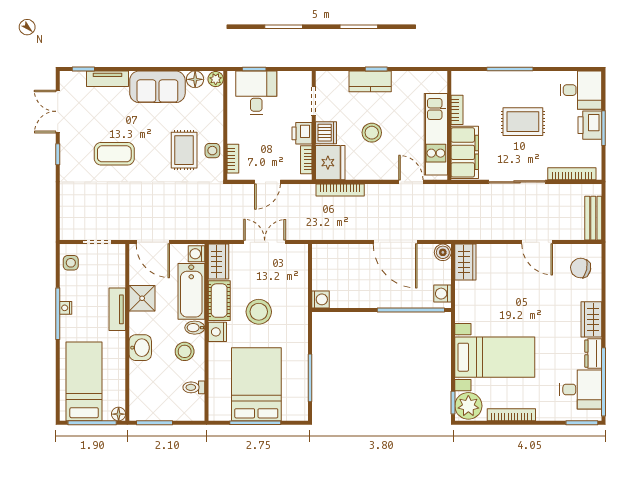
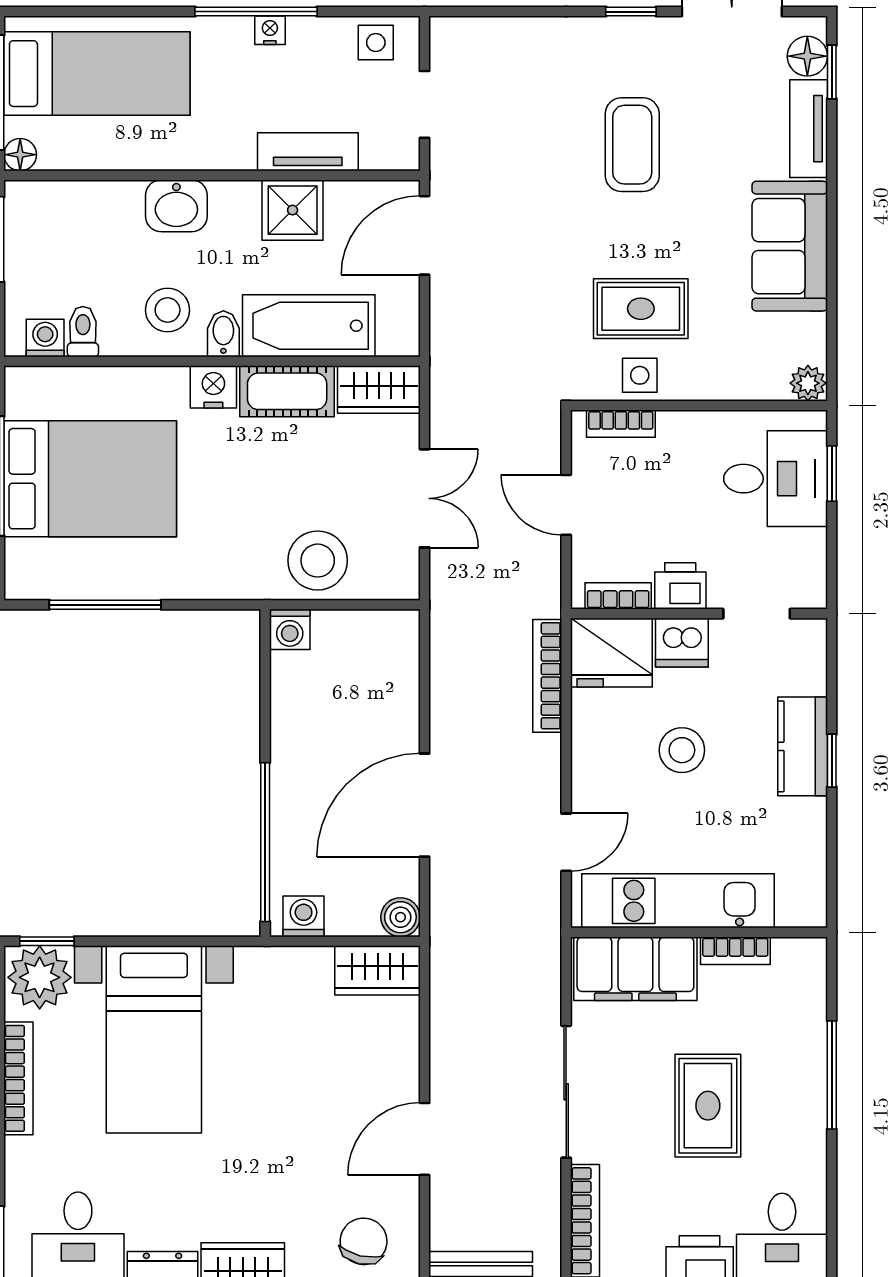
floor lamp: (195, 79) -> (807, 56), moved
washing machine: (196, 254) -> (45, 338), moved
tv unit: (117, 309) -> (308, 152), moved
stool: (259, 312) -> (318, 561), moved

